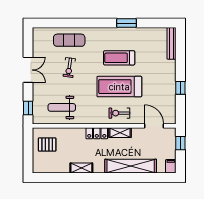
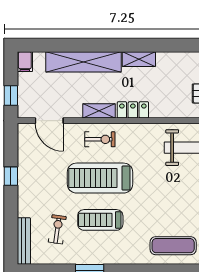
treadmill: (119, 58) -> (100, 220), turned 180
exercise bike: (69, 68) -> (57, 229), moved
treadmill: (119, 87) -> (100, 178), turned 180
shelving: (81, 168) -> (139, 59), moved

